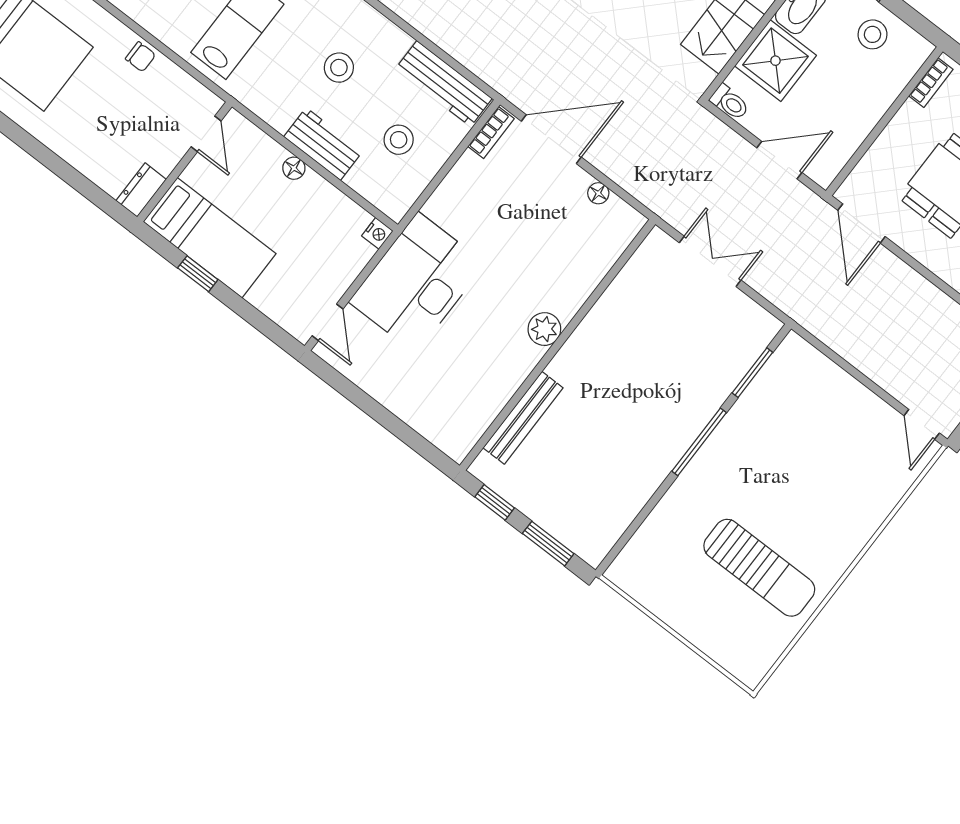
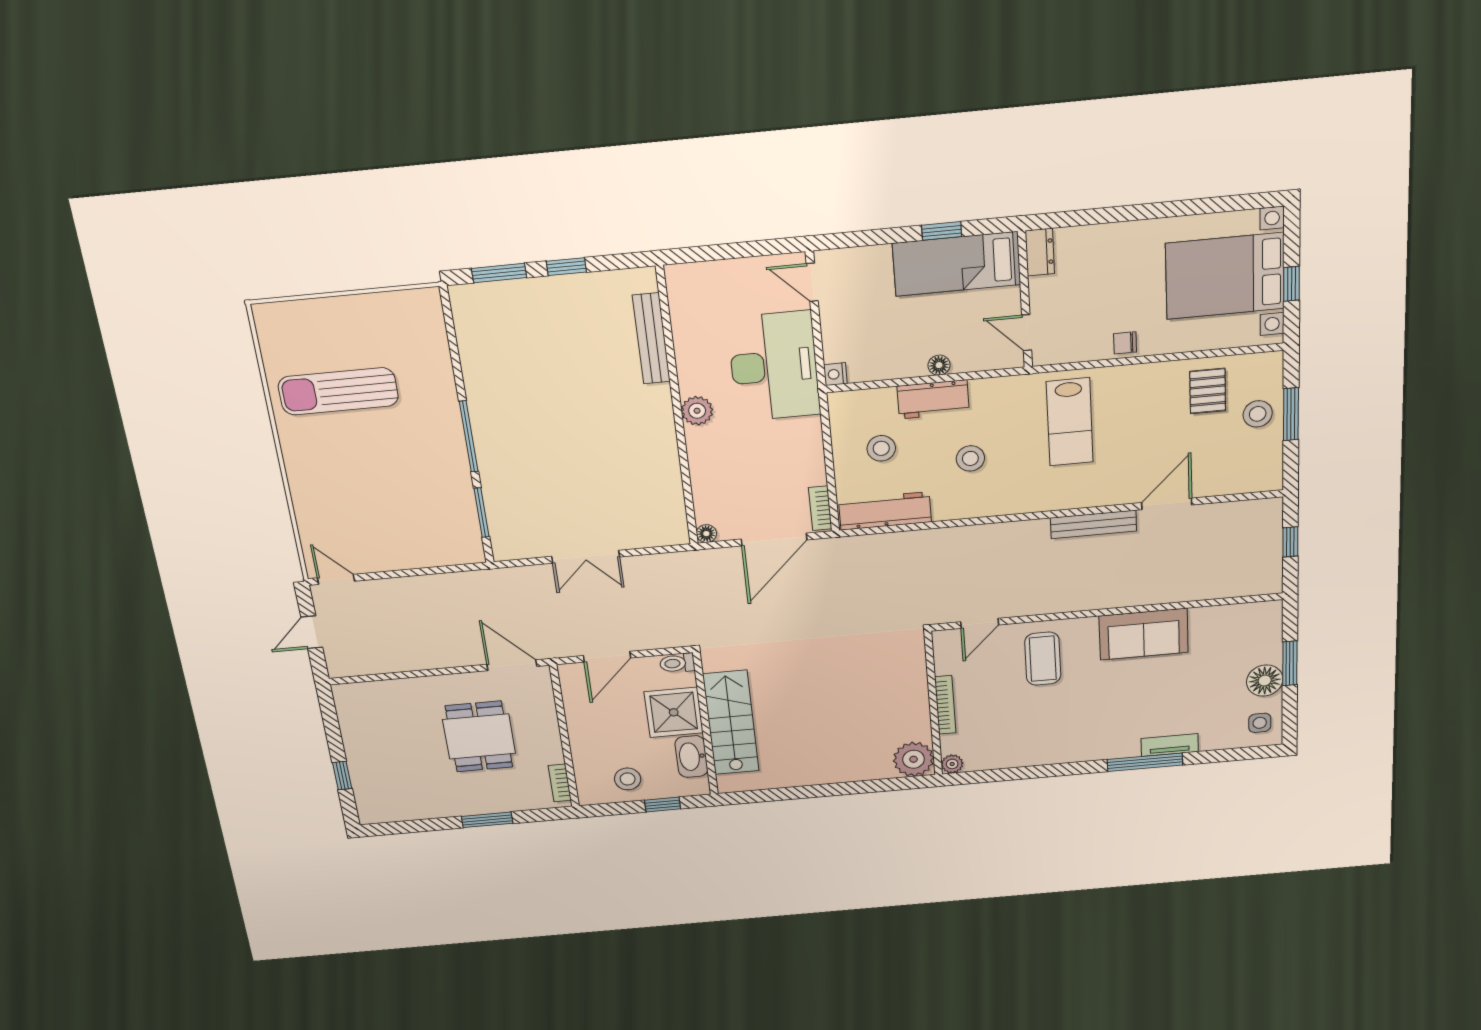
plant: (544, 329) -> (697, 411), moved
wall: (558, 345) -> (677, 409), moved
bench: (523, 418) -> (651, 338), moved

